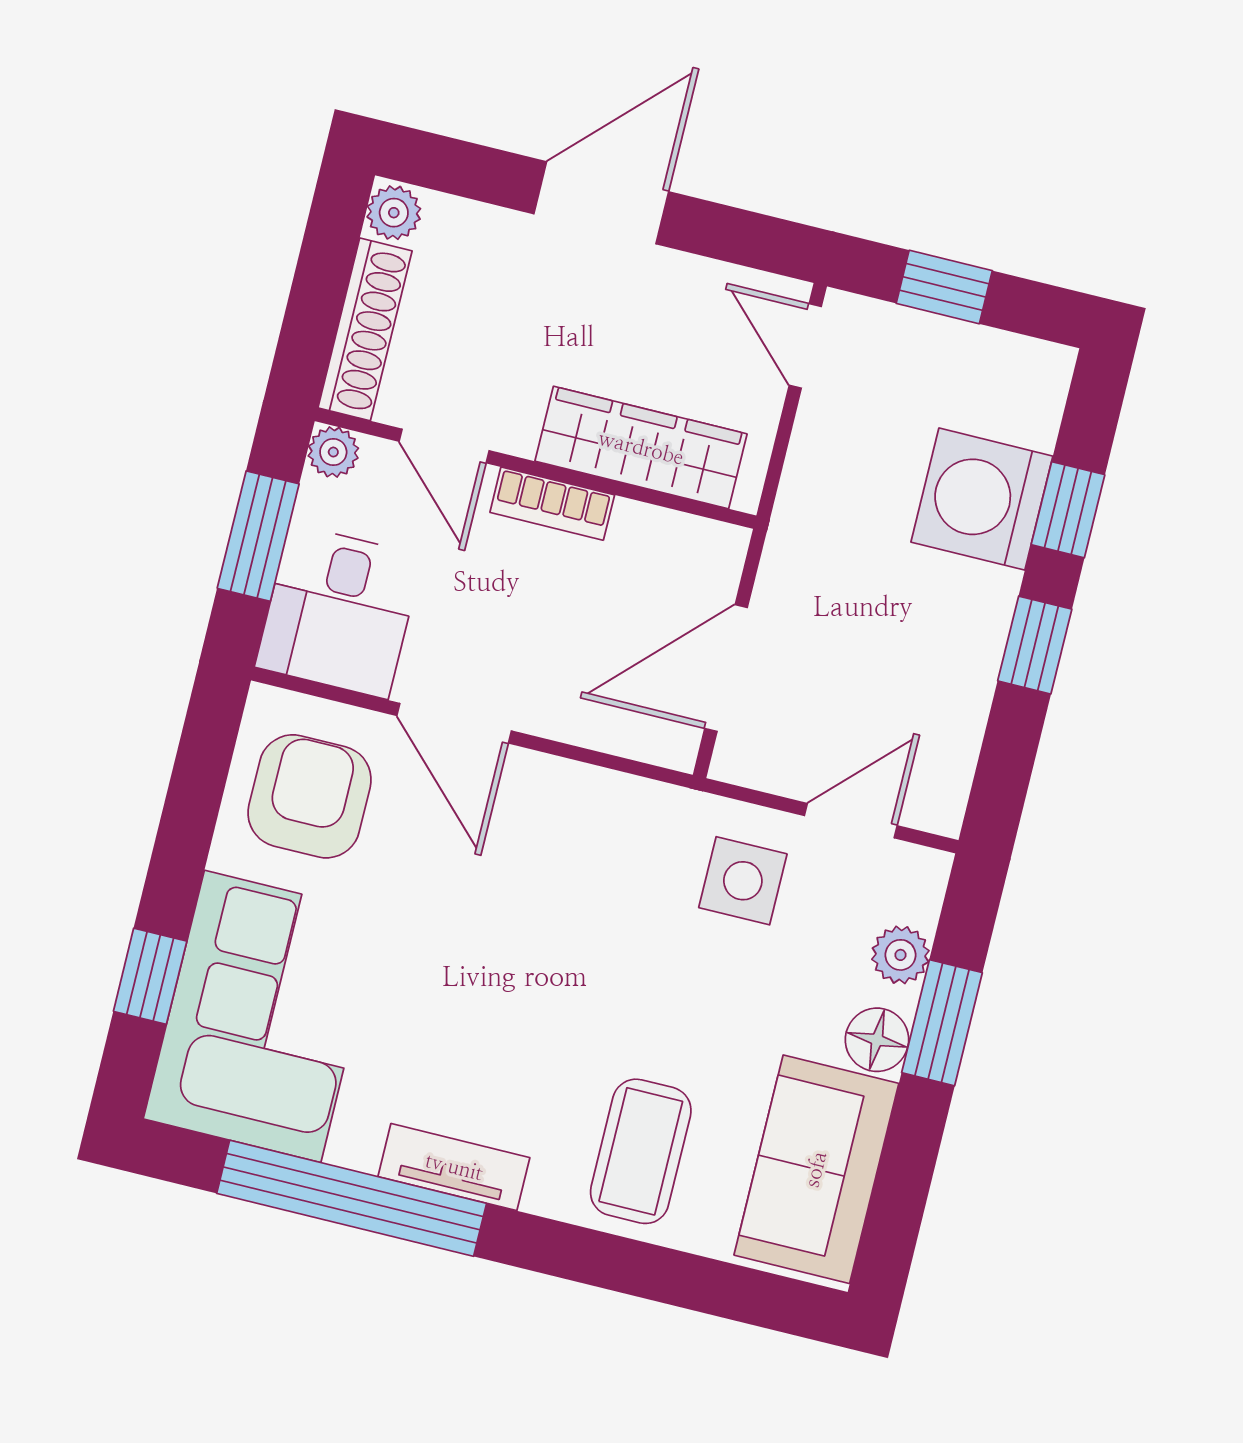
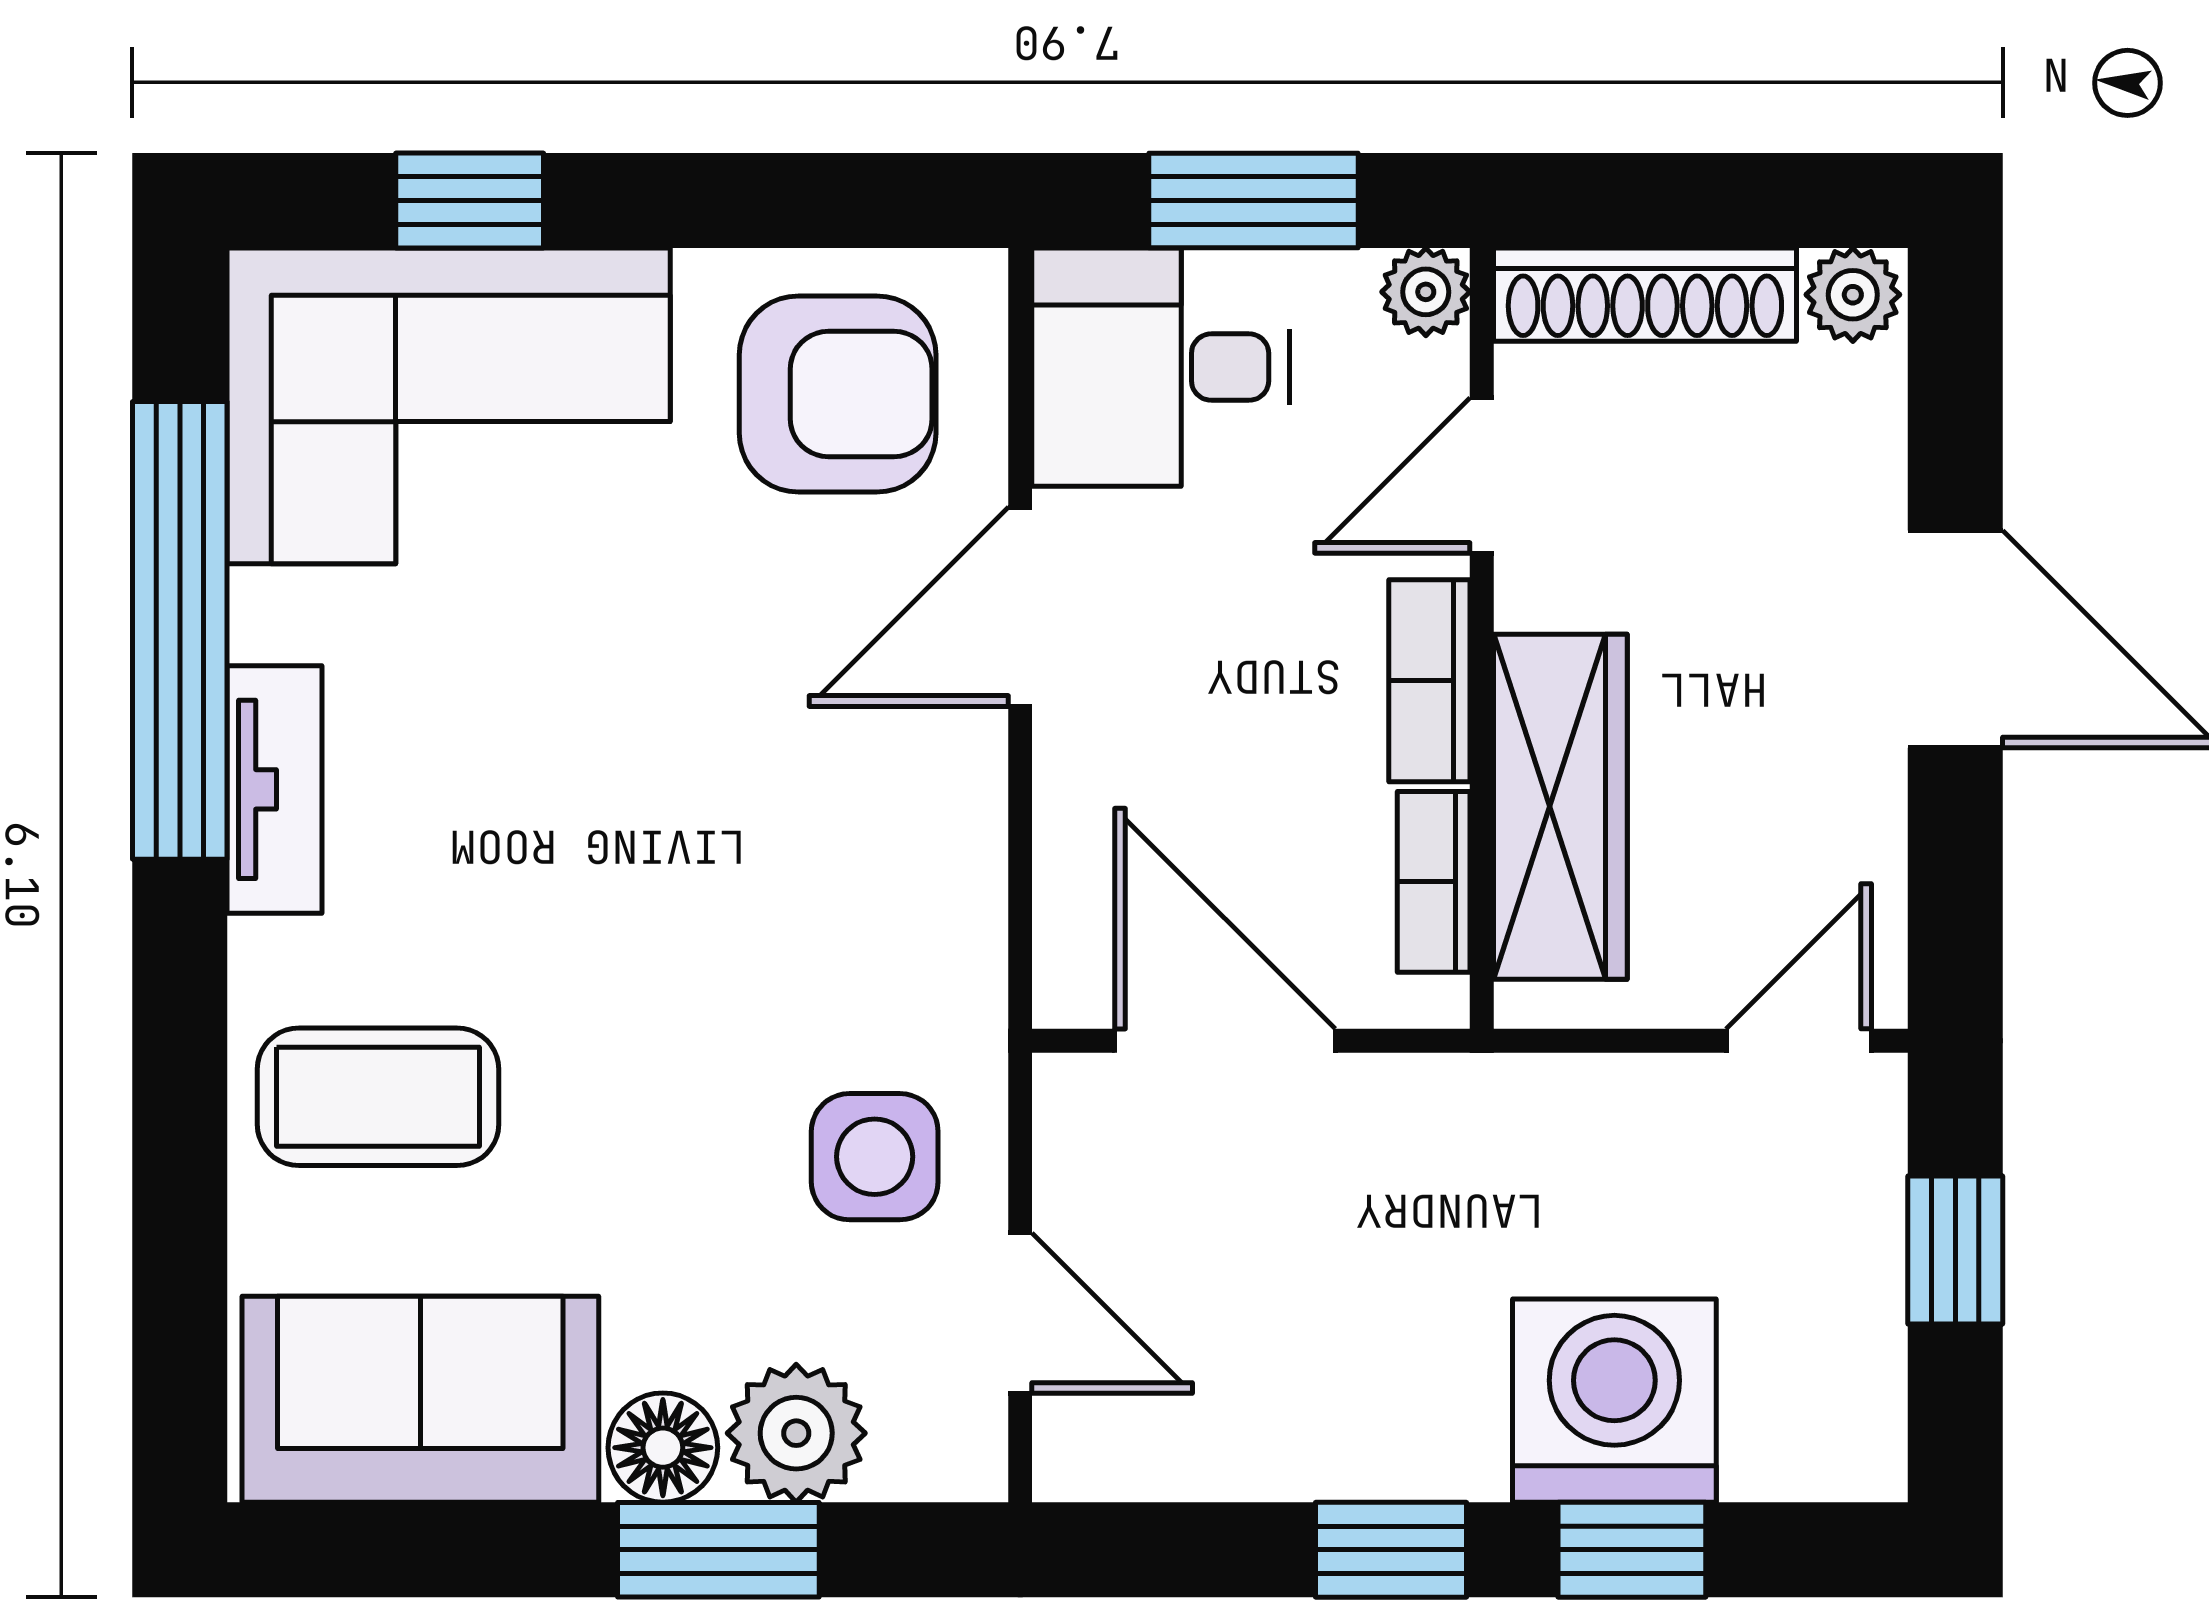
bookcase: (666, 529) -> (1434, 882), added
plant: (900, 955) -> (796, 1433), width x1.38, depth x1.38

